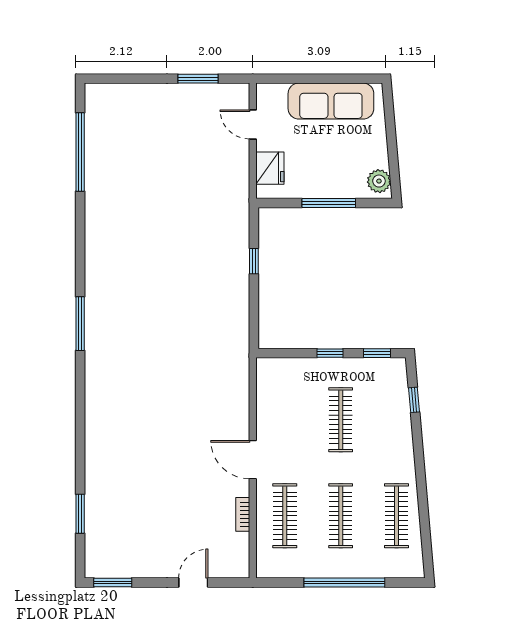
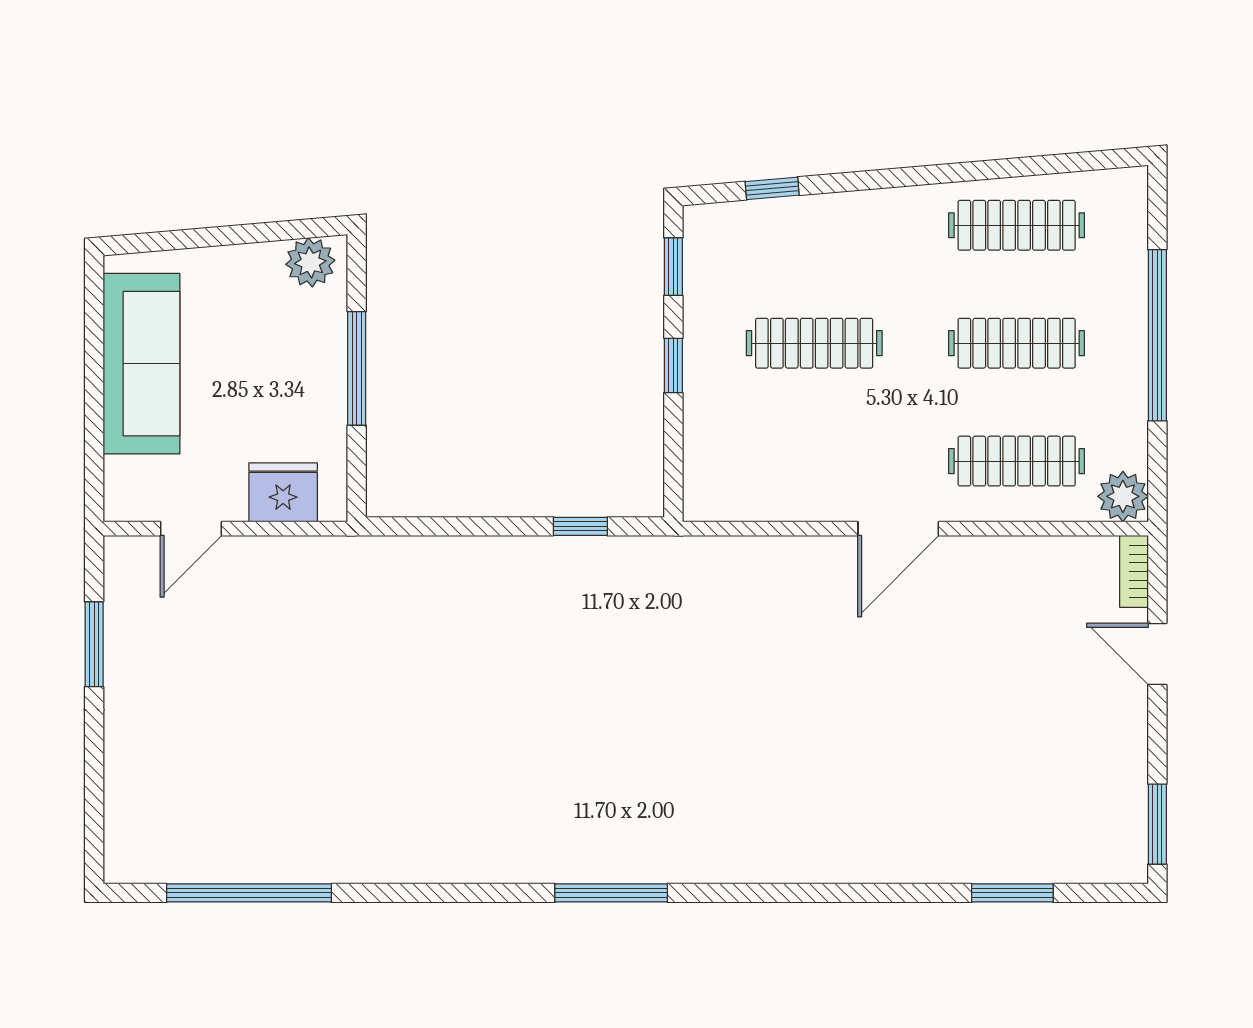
window: (254, 261) -> (580, 526), moved
bookcase: (243, 514) -> (1134, 571), moved, turned 90
plant: (268, 566) -> (1123, 496), added

